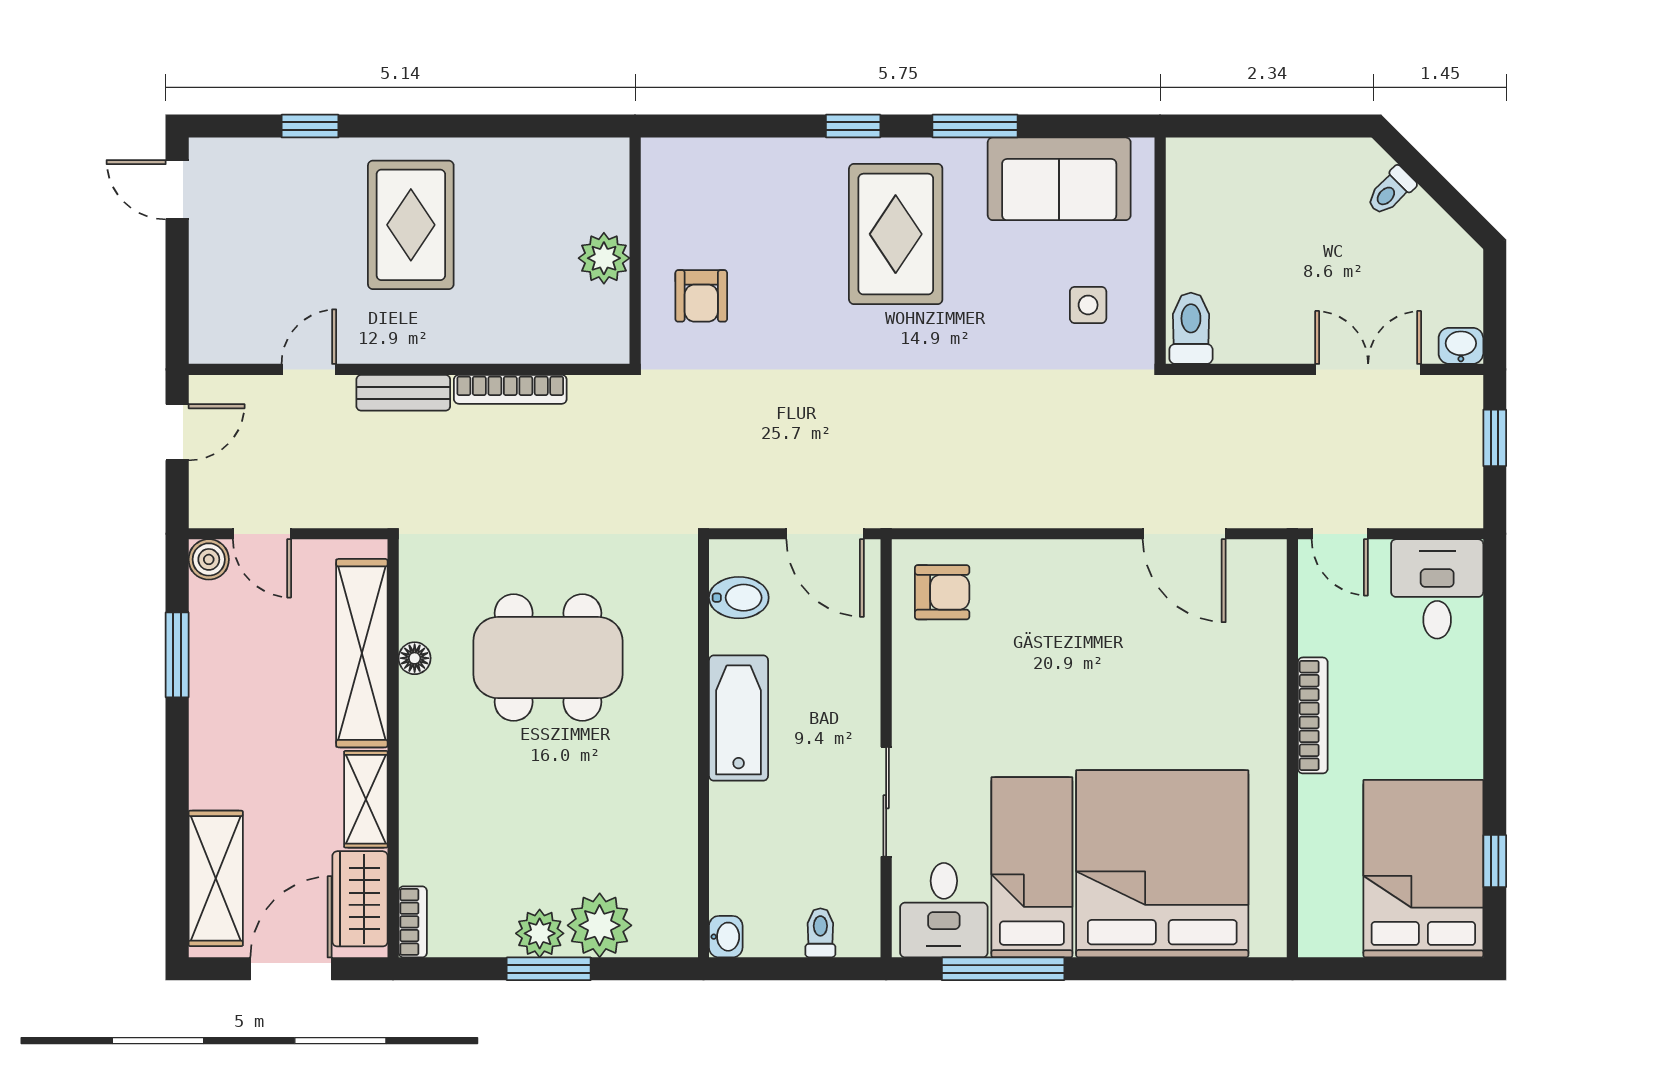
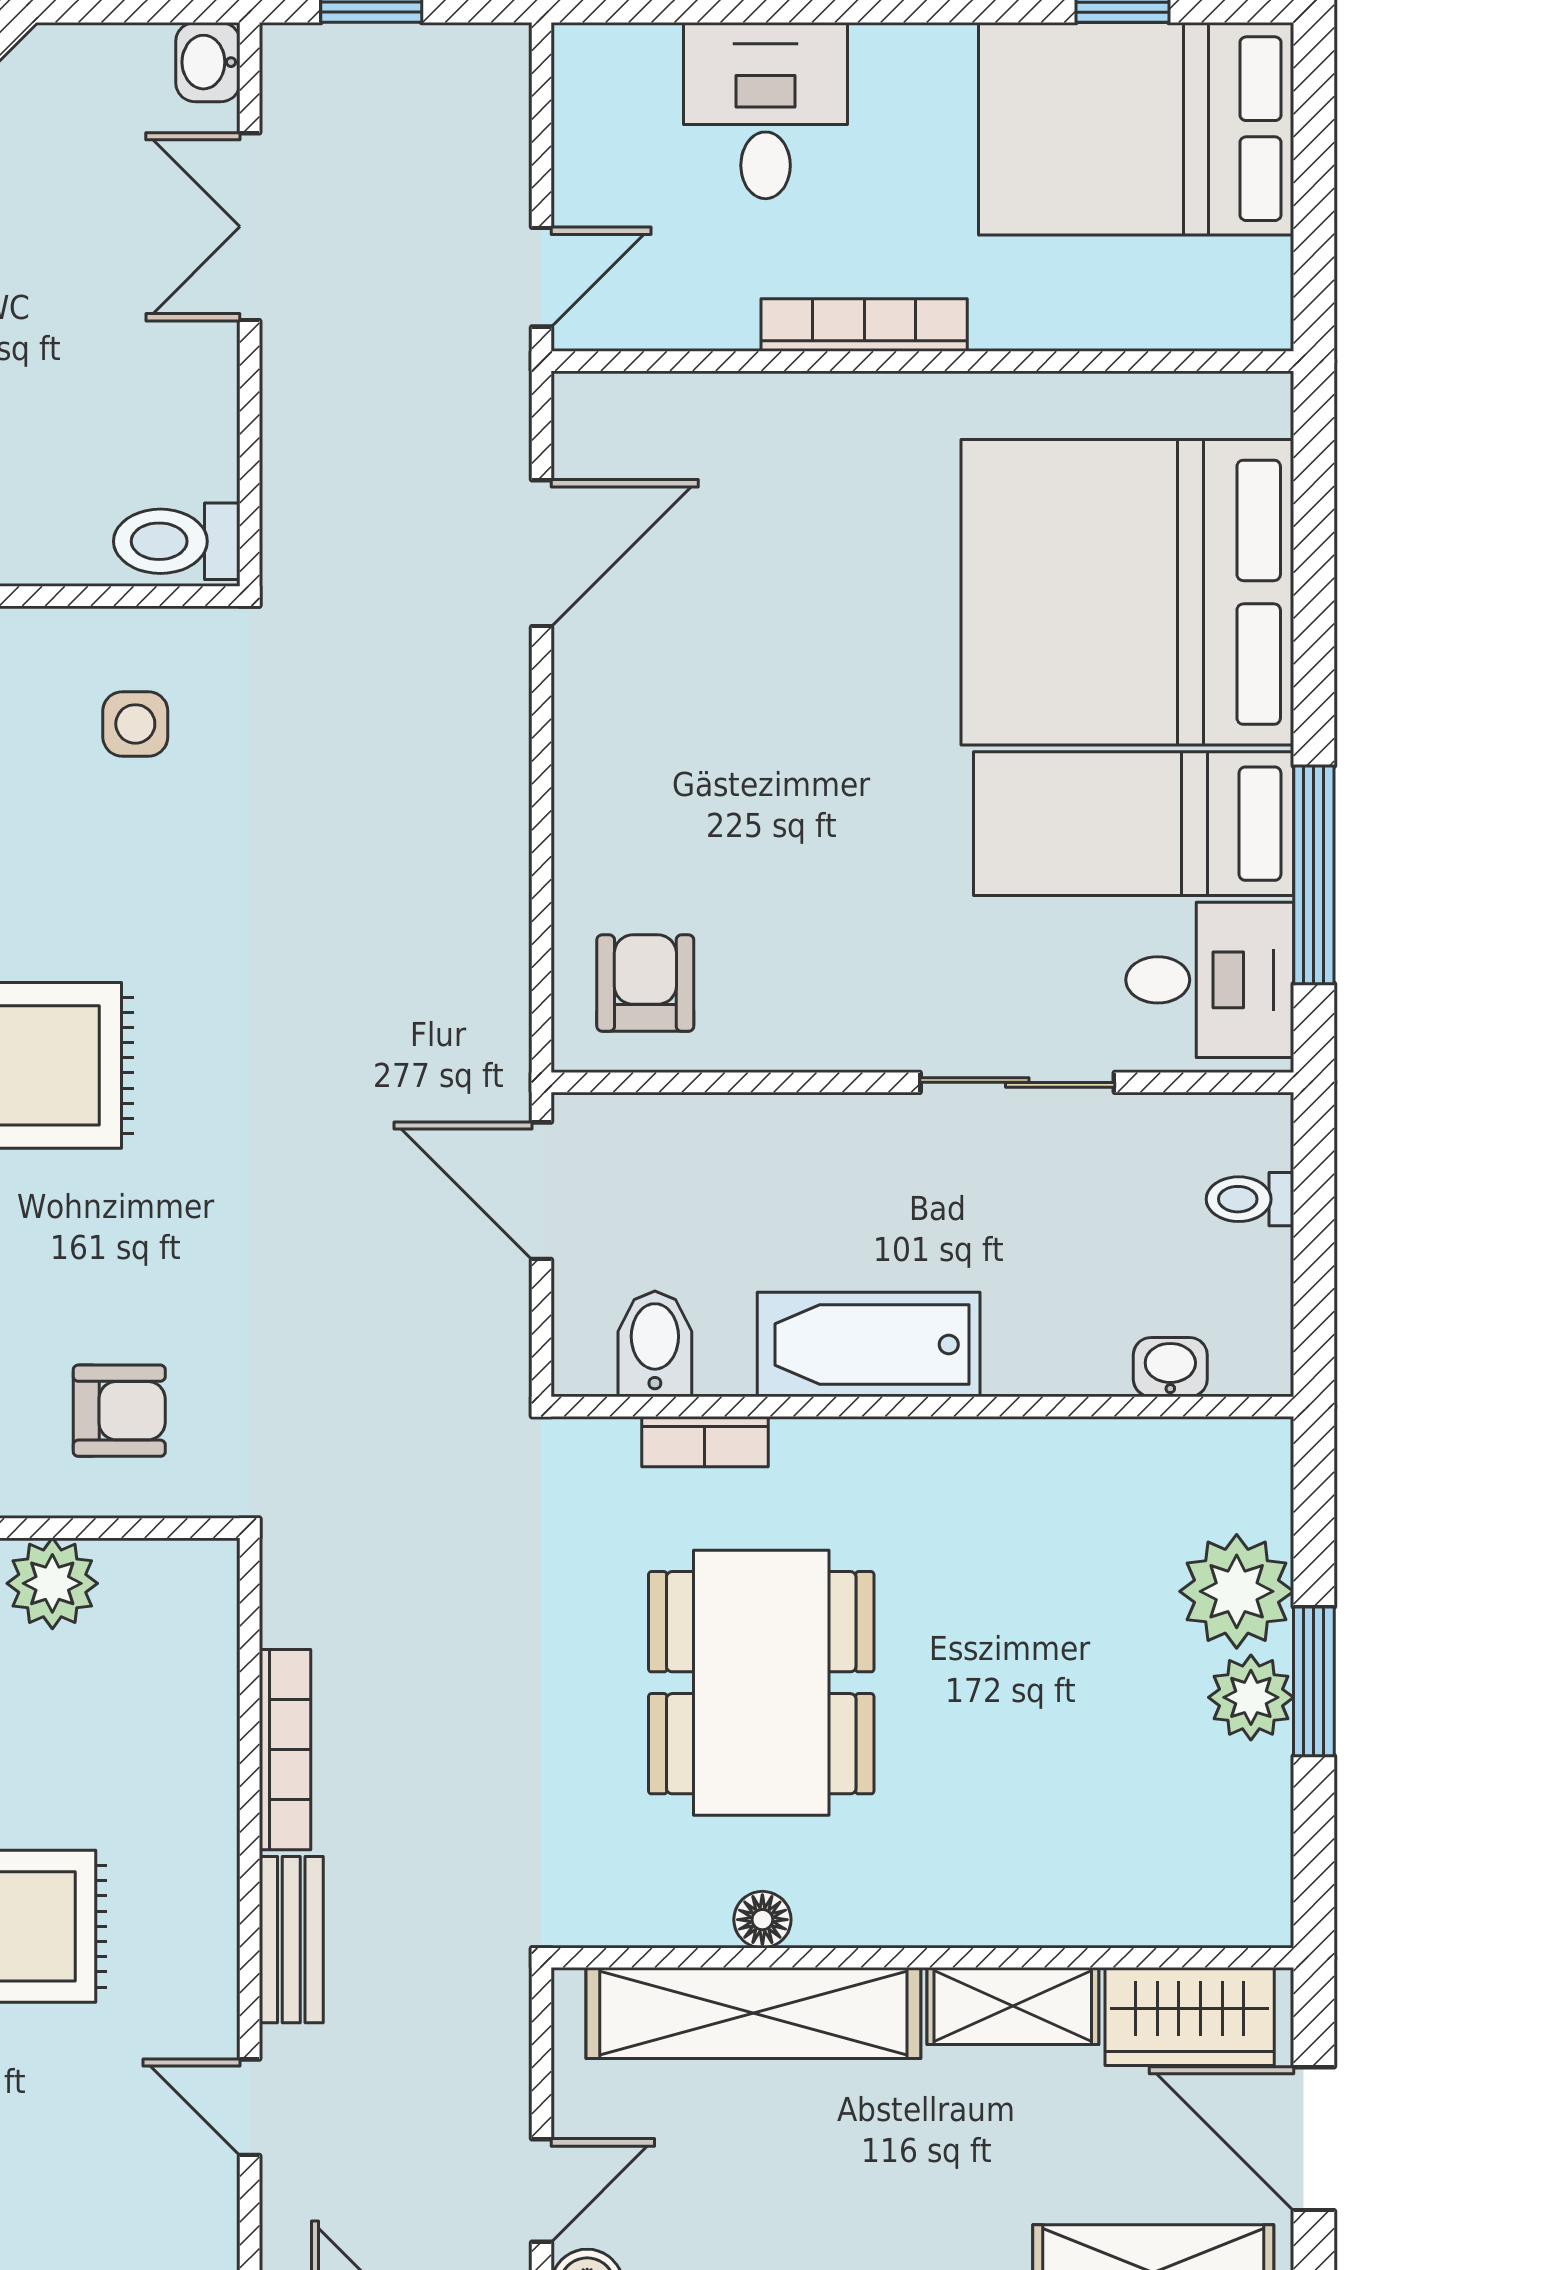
door: (825, 534) -> (541, 1191), swing flipped
desk: (1437, 589) -> (766, 111), moved, turned 90
bookcase: (413, 922) -> (705, 1442), moved, turned 180
washbasin: (726, 937) -> (1170, 1367), moved

